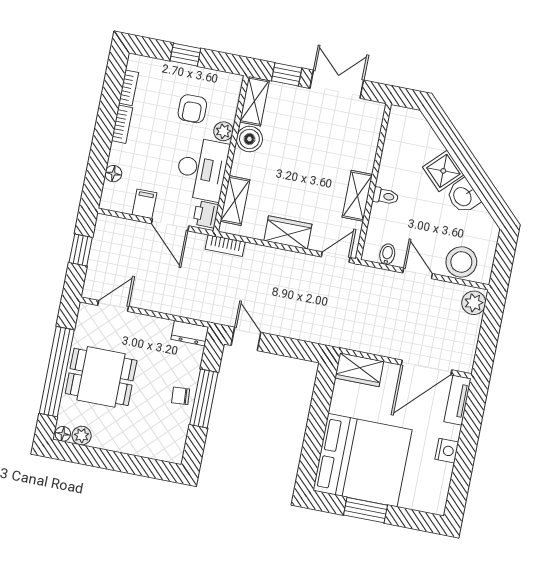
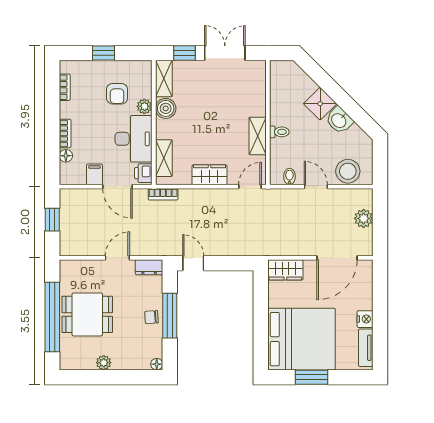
bookcase: (122, 124) -> (65, 133), moved
plant: (474, 303) -> (364, 218), moved
door: (113, 306) -> (117, 258), moved
tv unit: (457, 400) -> (366, 348), moved
floor lamp: (63, 434) -> (157, 364), moved
plant: (82, 436) -> (104, 363), moved

